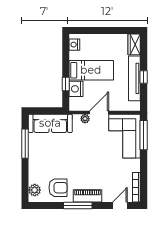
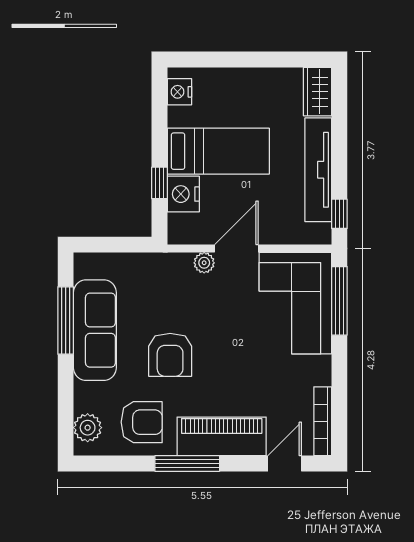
window: (144, 77) -> (339, 214), moved
sofa: (50, 123) -> (95, 330), moved, turned -90
armchair: (70, 159) -> (170, 355), added
piano: (87, 196) -> (222, 436), width x1.37, depth x1.33

